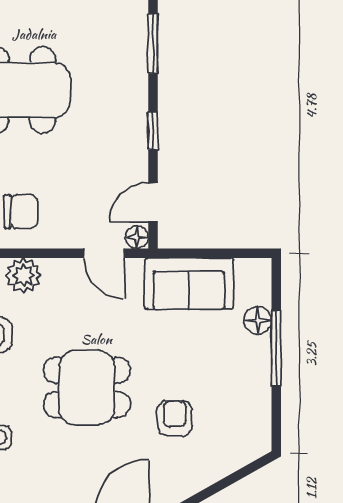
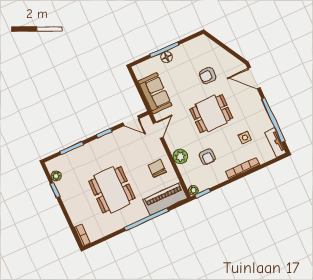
floor lamp: (137, 237) -> (147, 121), removed
floor lamp: (258, 320) -> (166, 57), moved
dining table: (87, 387) -> (211, 114), turned 90

